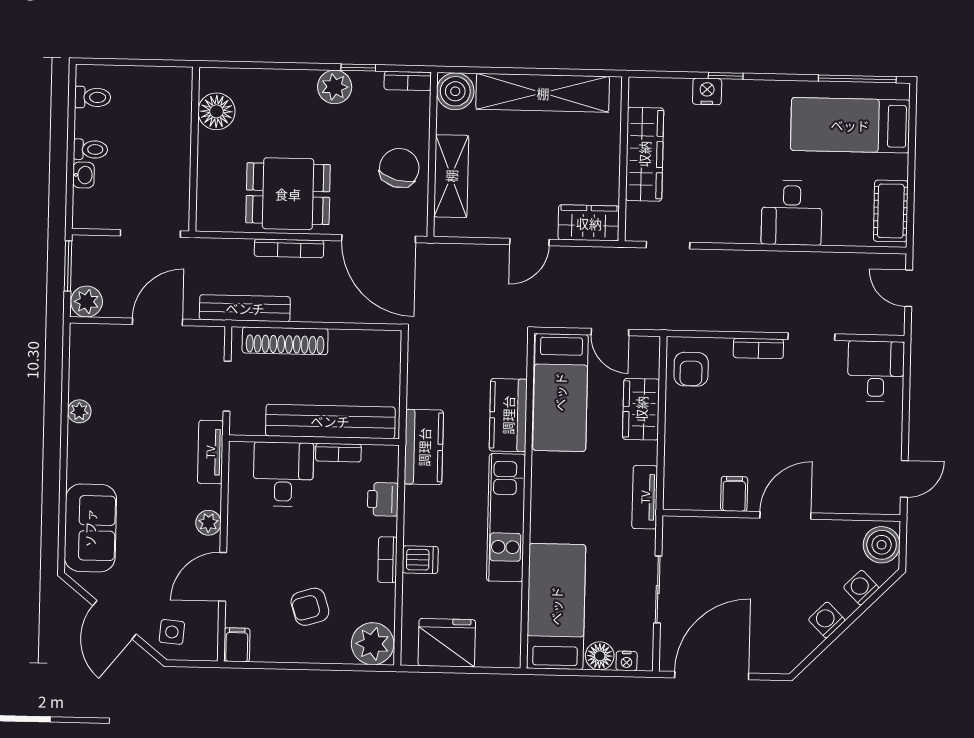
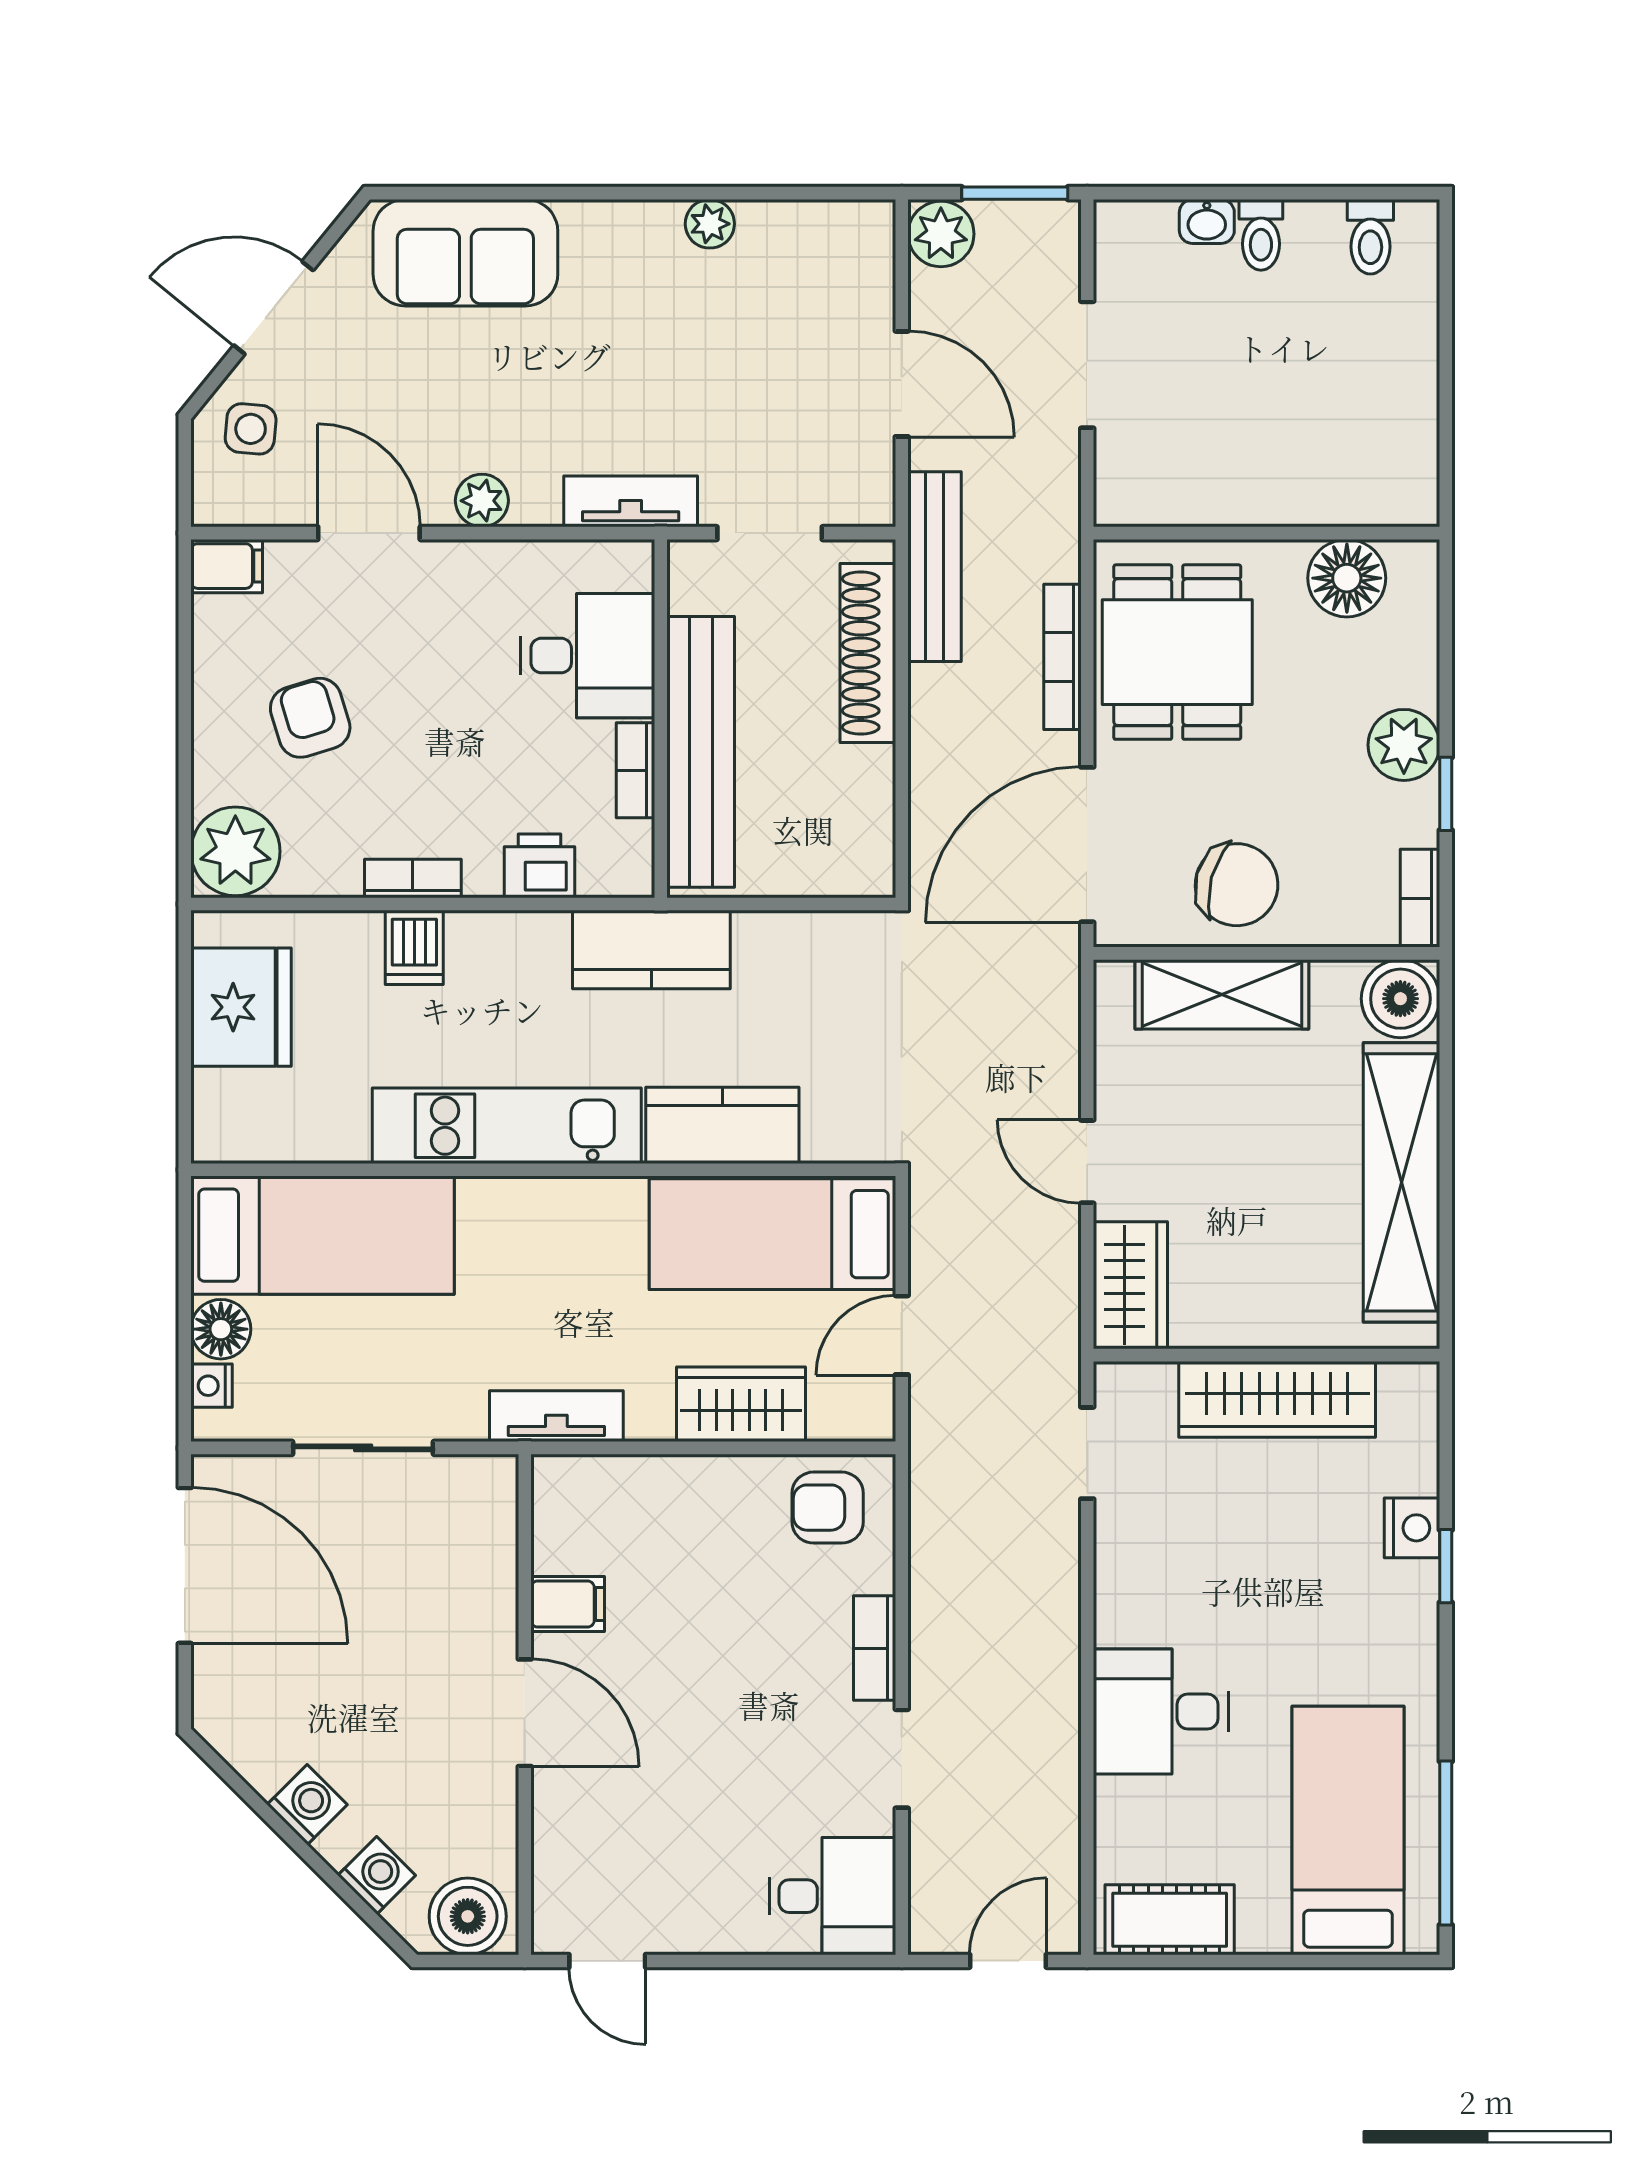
floor lamp: (216, 111) -> (1347, 578), moved
wall: (194, 149) -> (1266, 533), moved

